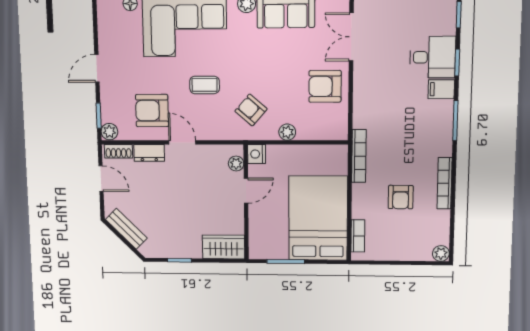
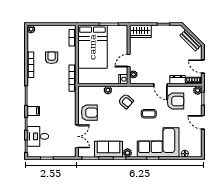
desk: (433, 57) -> (38, 136), moved
door: (97, 68) -> (203, 122), swing flipped

